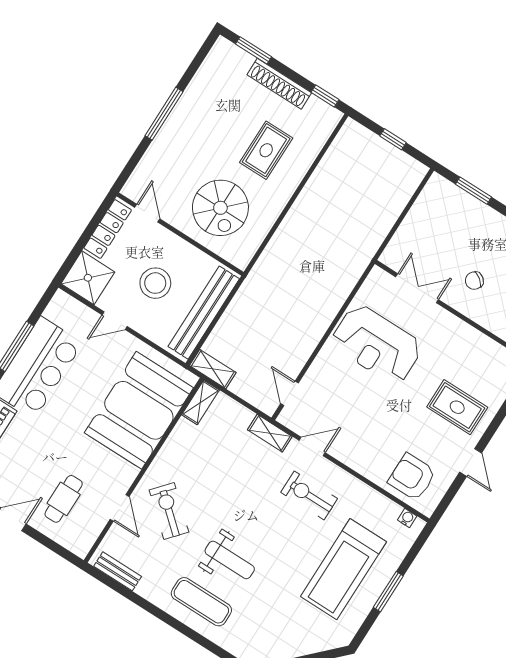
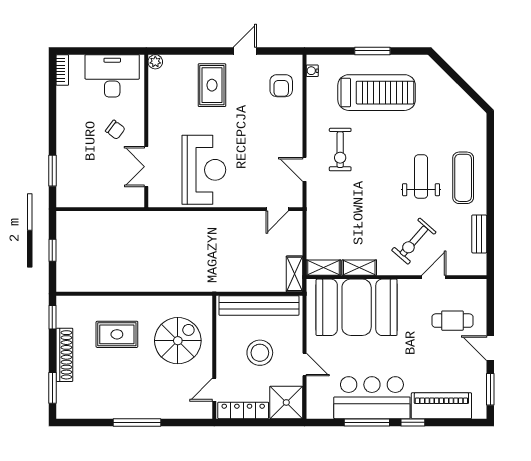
shelving: (270, 433) -> (359, 268), moved, turned 90
armchair: (412, 477) -> (281, 86), width x0.72, depth x0.72
bench: (118, 571) -> (479, 234), moved

